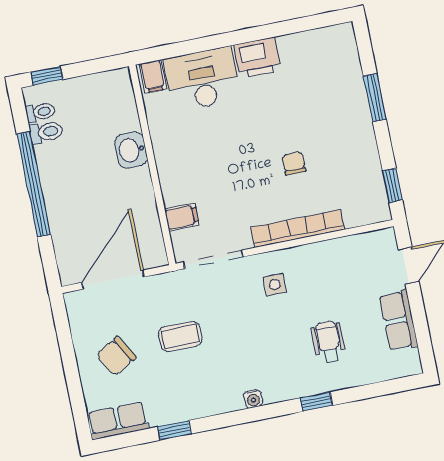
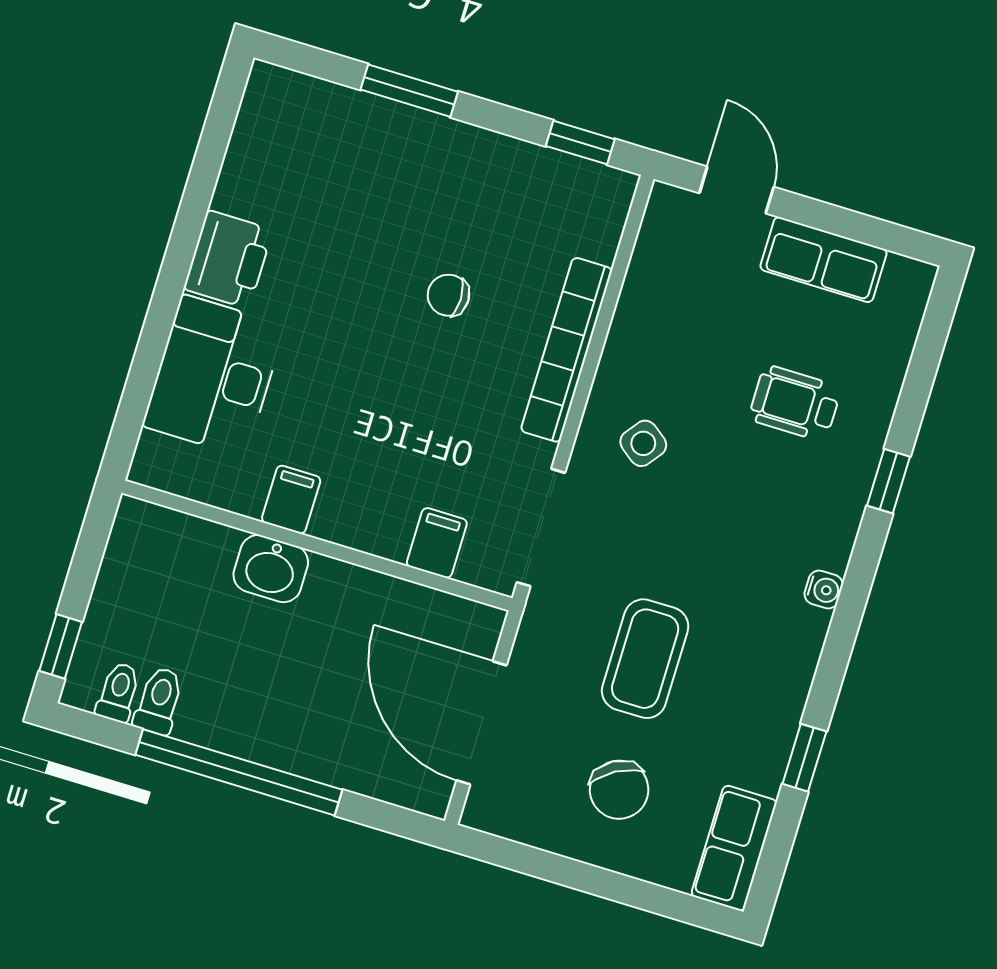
filing cabinet: (153, 77) -> (291, 500), moved, turned -90
side table: (275, 285) -> (643, 443), turned 37
coffee table: (180, 336) -> (645, 659), width x1.36, depth x1.30

